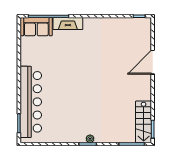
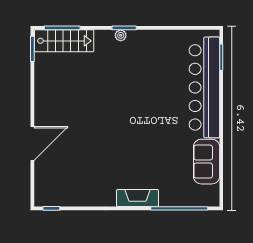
fireplace: (68, 24) -> (137, 198), moved
sofa: (36, 27) -> (207, 162), moved, turned -90
stairs: (144, 122) -> (64, 41), moved, turned 90

